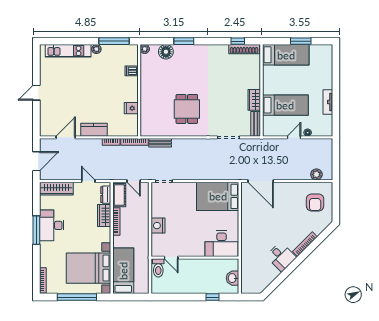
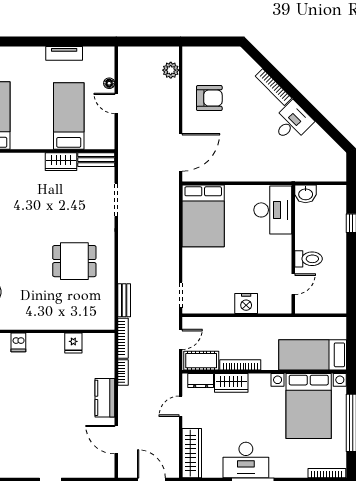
armchair: (315, 202) -> (209, 98), moved
toilet: (158, 268) -> (309, 259), moved
washbasin: (232, 278) -> (306, 194), moved

